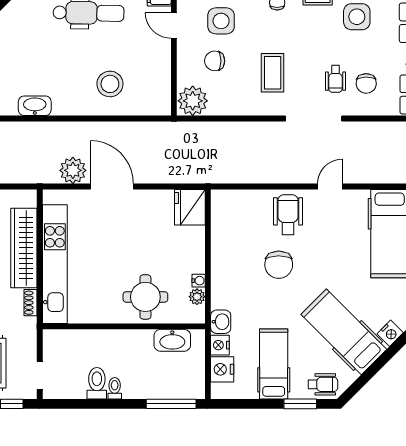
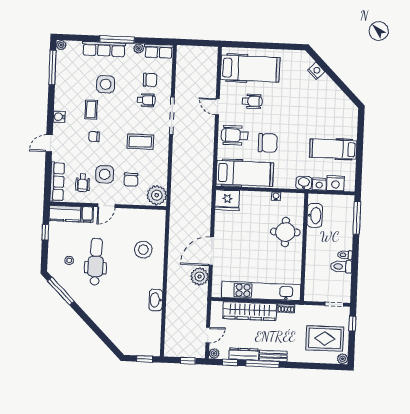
plant: (197, 297) -> (287, 198), removed
hospital bed: (344, 332) -> (245, 173), moved, turned -135
wheelchair: (323, 384) -> (252, 101), moved, turned 90
window: (300, 404) -> (360, 132), removed

